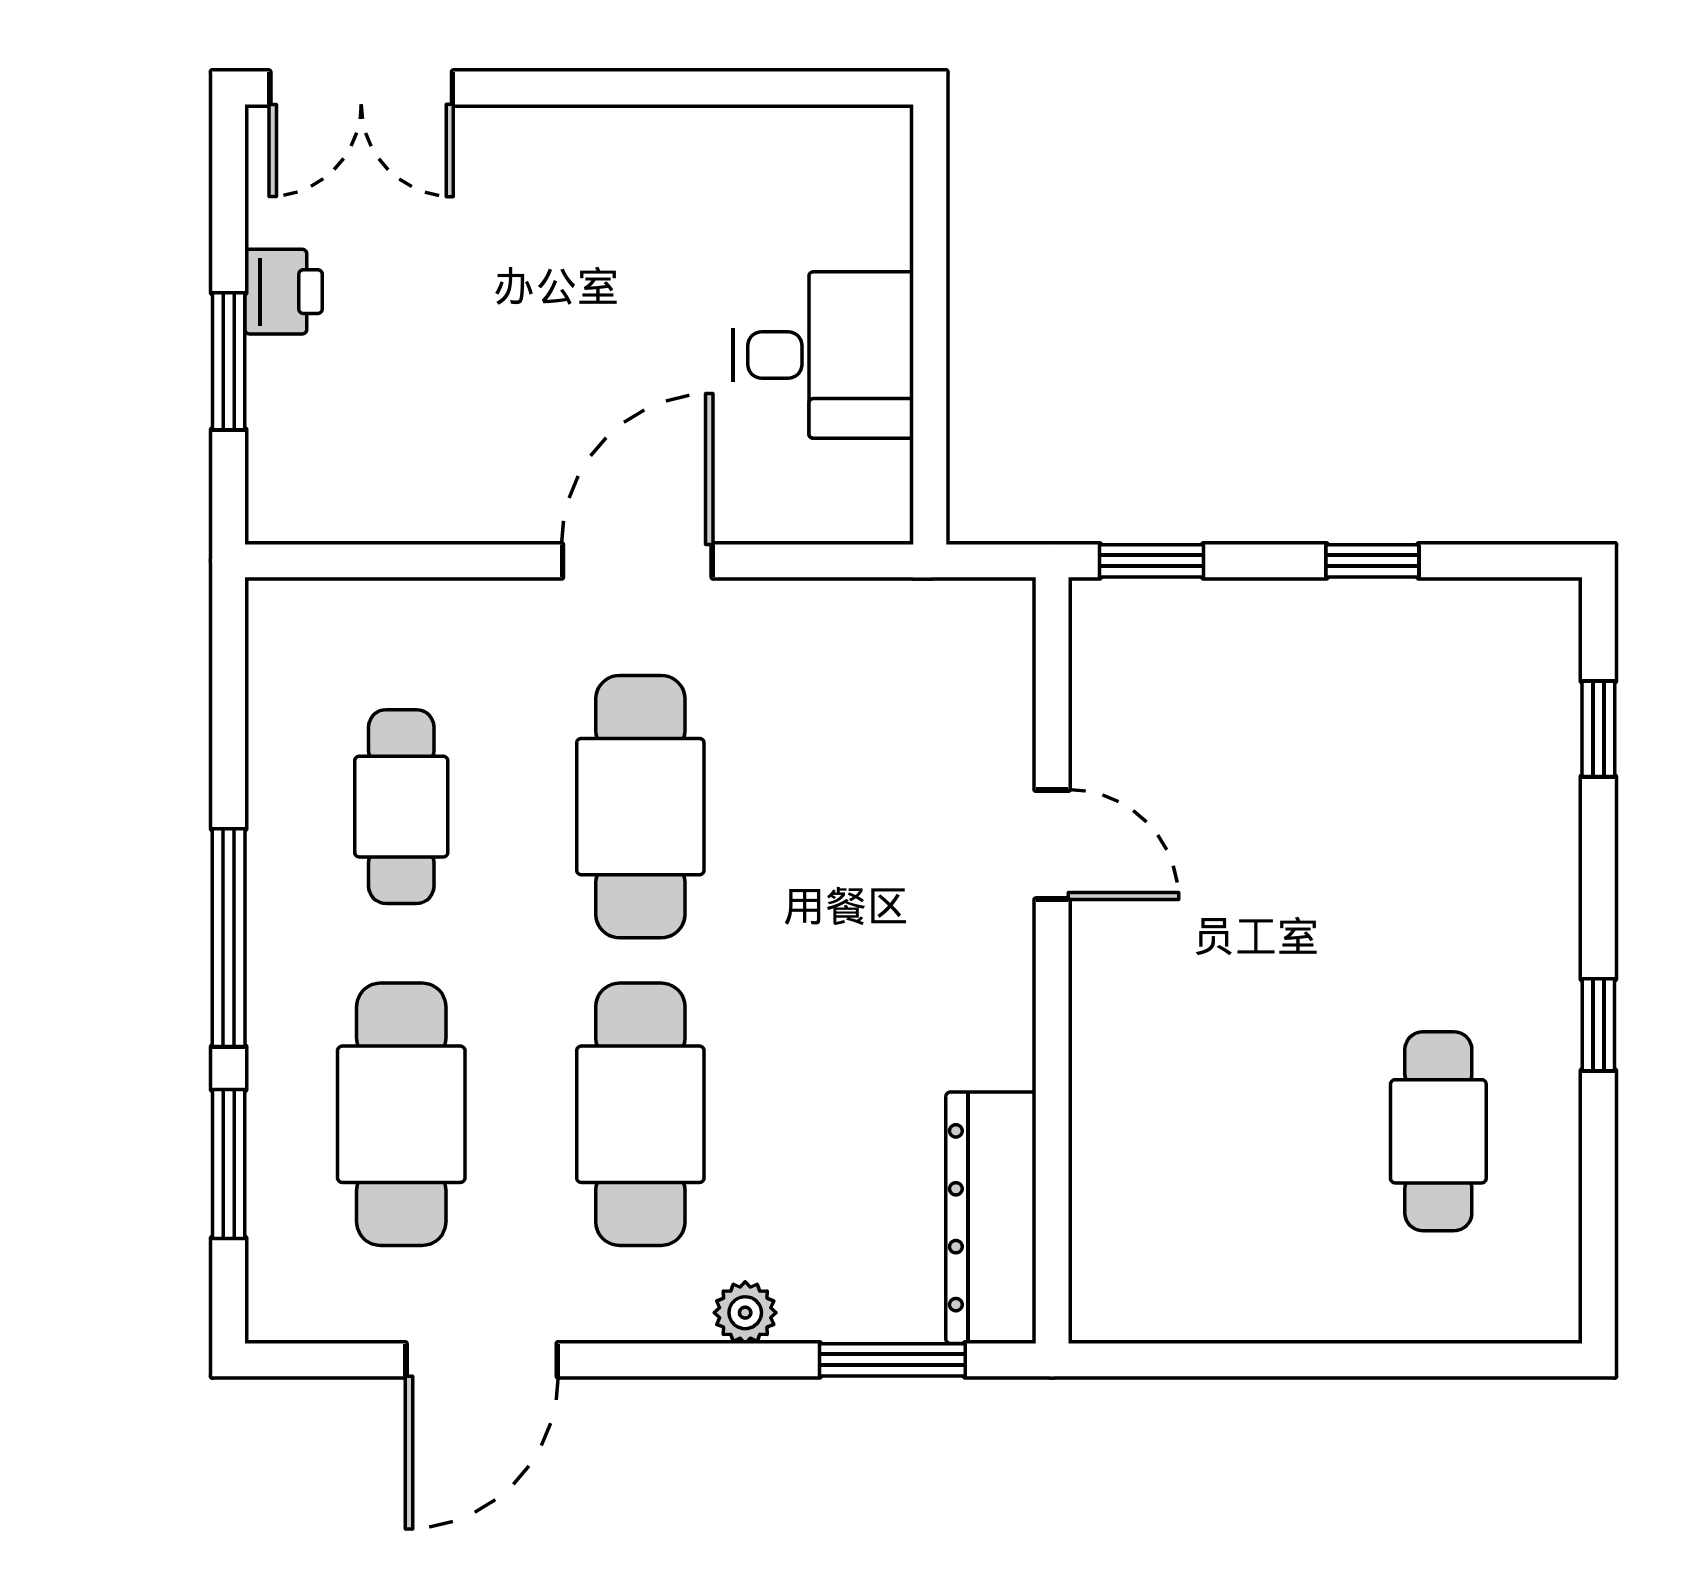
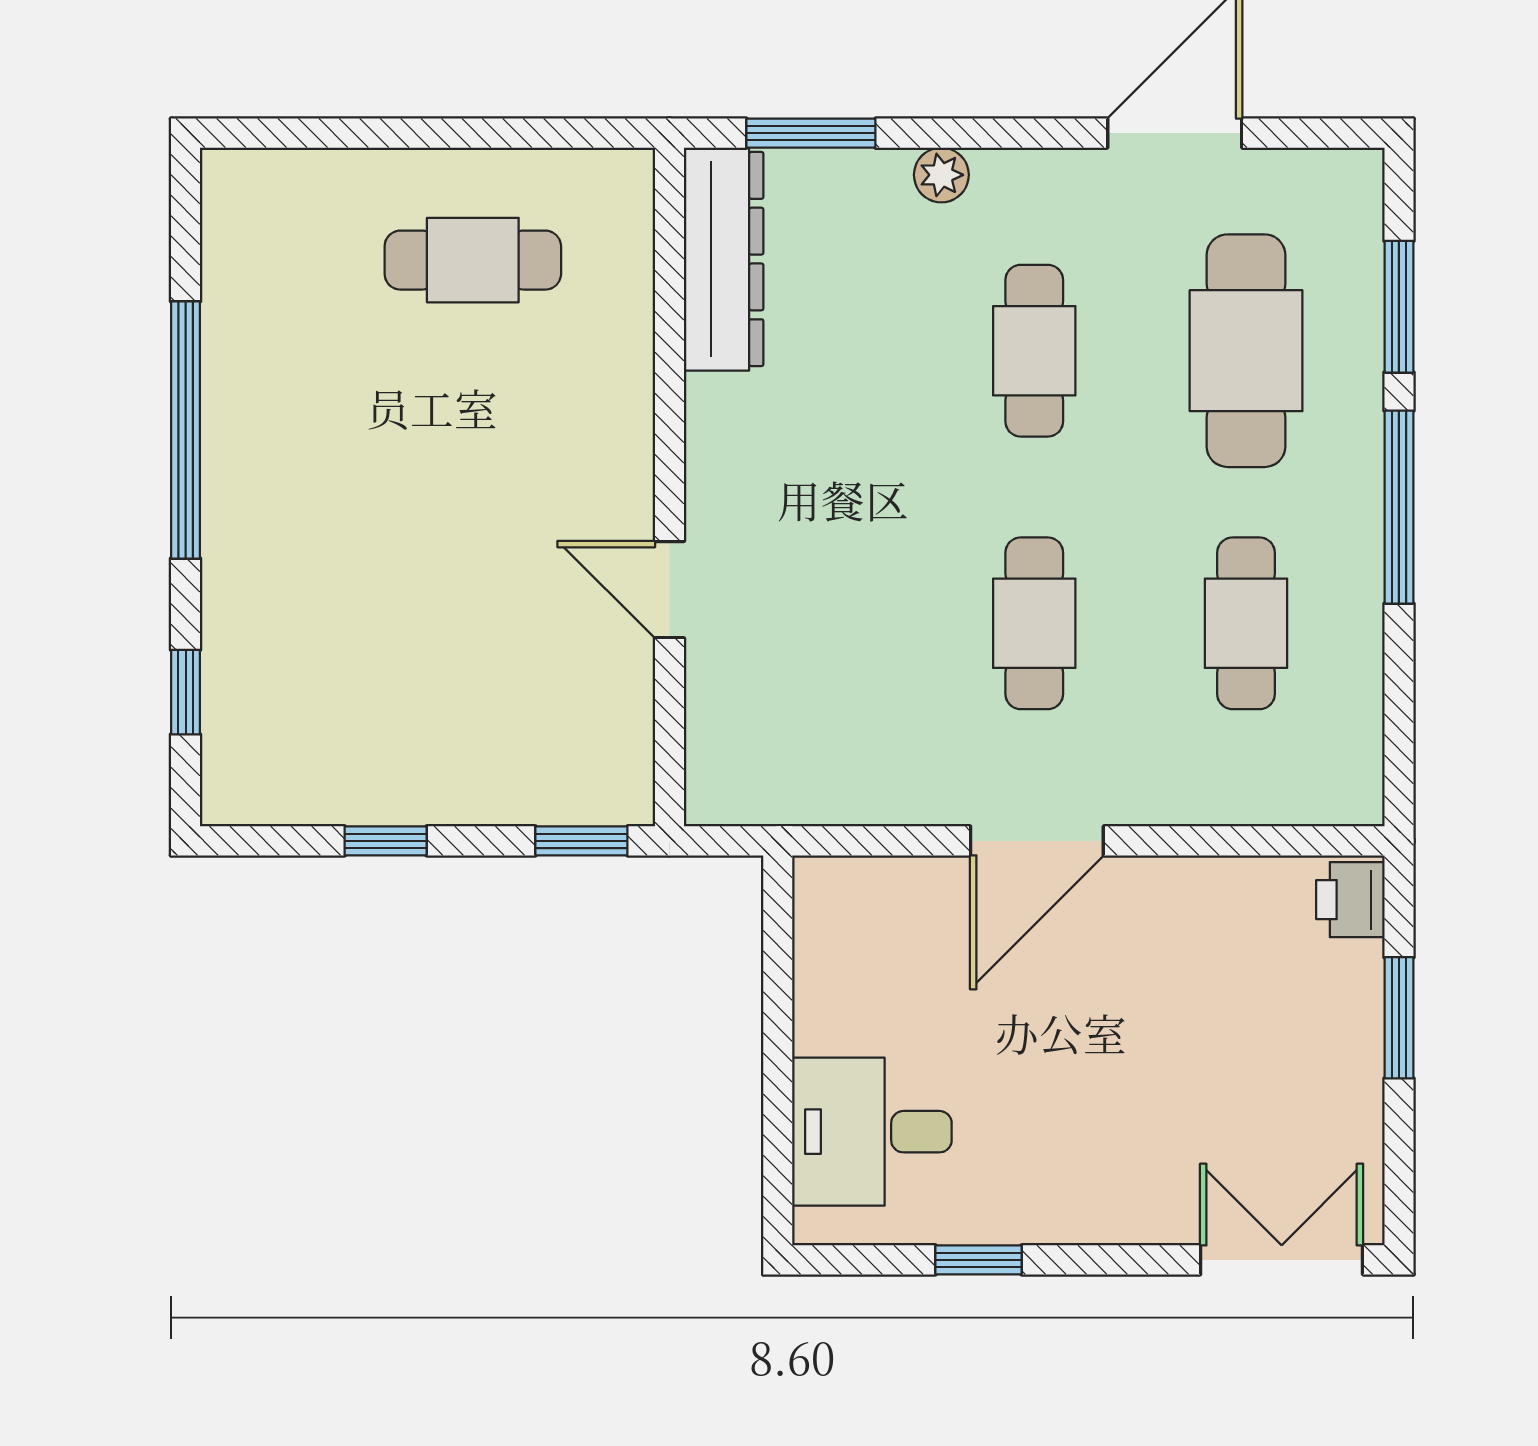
window: (703, 88) -> (979, 1260), added
printer: (284, 292) -> (1350, 900), moved
desk: (823, 355) -> (872, 1132), moved
cafe table: (640, 807) -> (1034, 623), width x0.73, depth x0.74
window: (1598, 1025) -> (186, 430), width x3.17
cafe table: (640, 1114) -> (1034, 351), width x0.73, depth x0.74
cafe table: (1438, 1131) -> (473, 260), moved, turned 90

